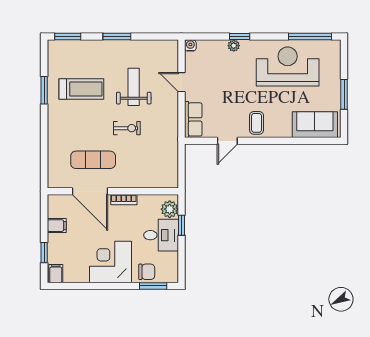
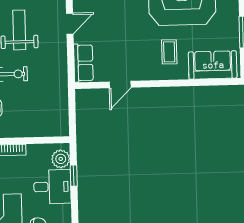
door: (181, 82) -> (70, 24), swing flipped
coffee table: (257, 123) -> (169, 52), moved

